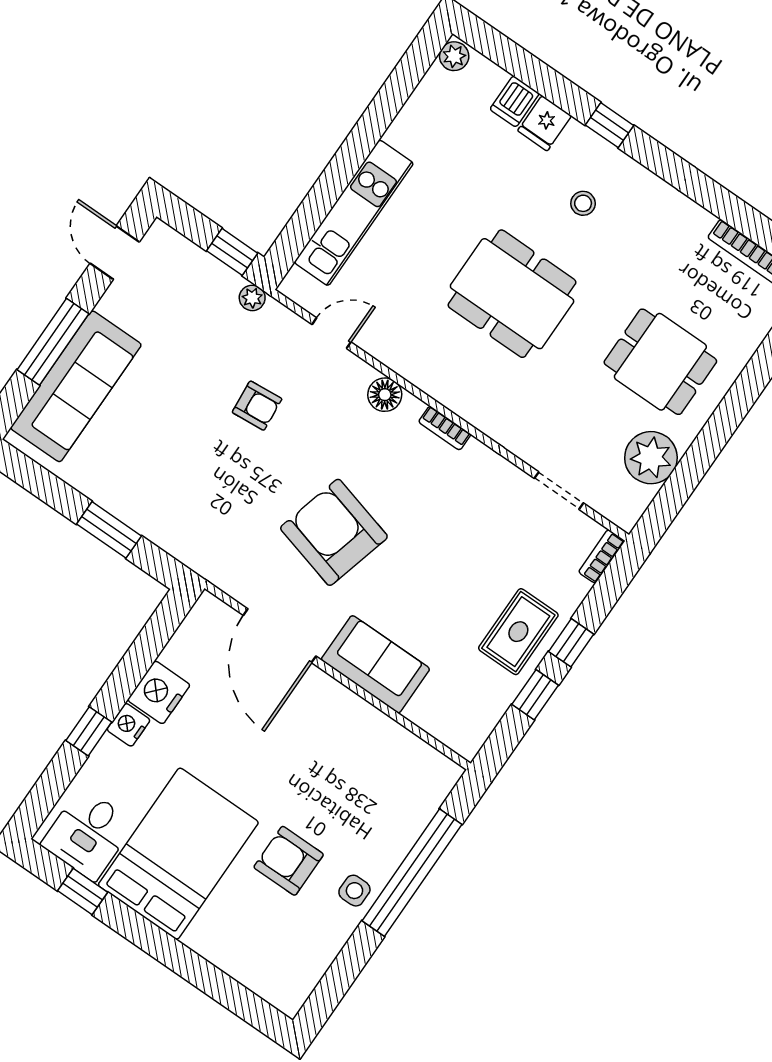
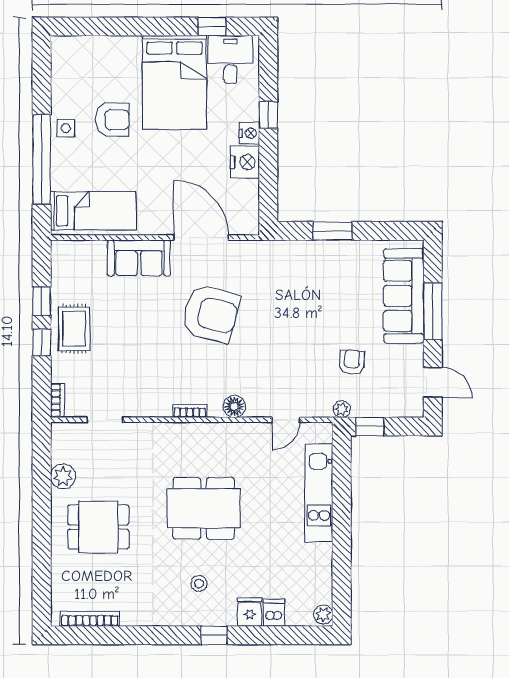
armchair: (257, 406) -> (352, 362), moved, turned 98
plant: (651, 458) -> (63, 476), width x0.73, depth x0.73
bed: (392, 763) -> (93, 211), added

